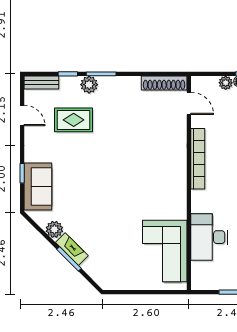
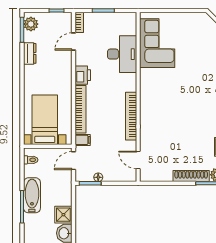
shoe rack: (164, 83) -> (191, 176), moved
plant: (226, 83) -> (109, 176), removed

